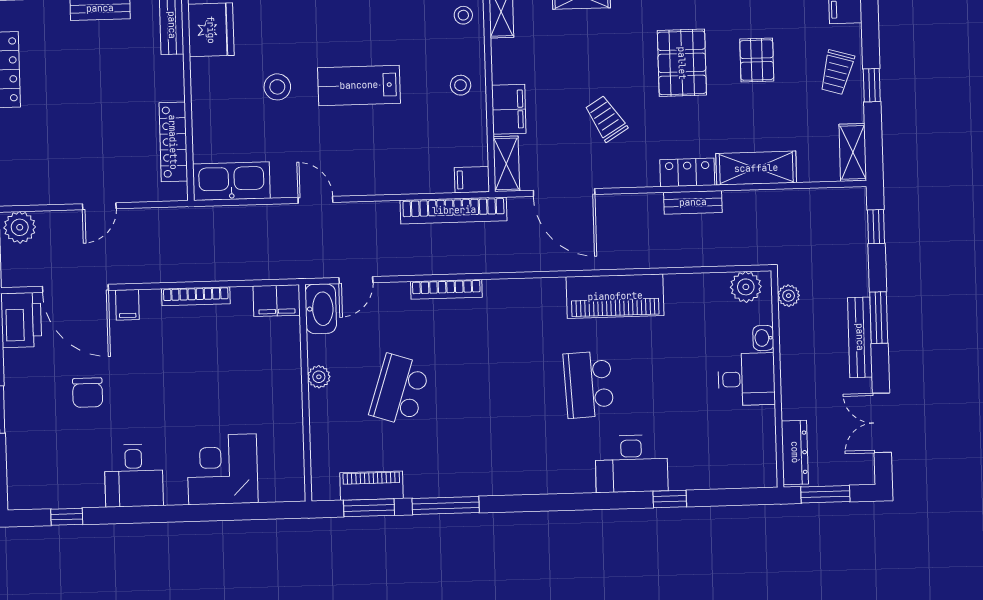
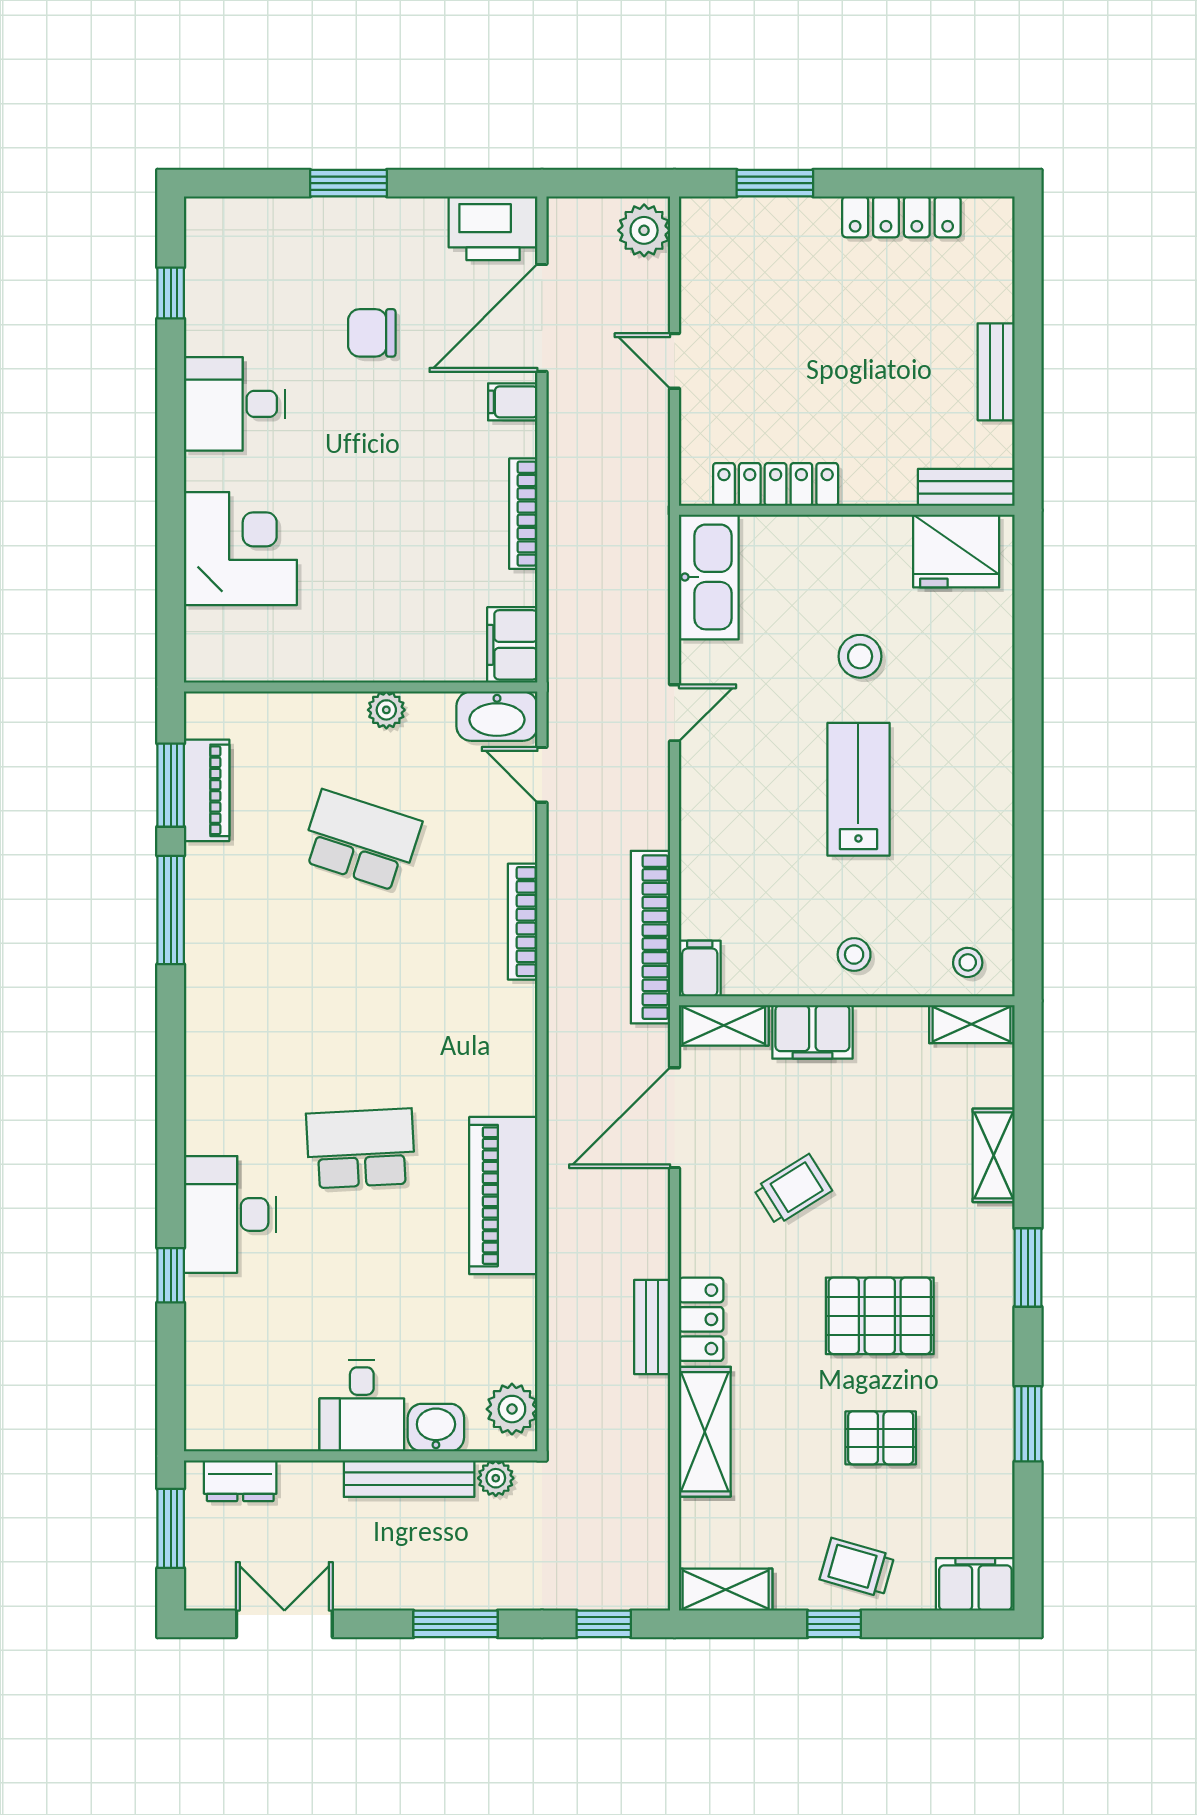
bench: (860, 337) -> (409, 1479), moved
washbasin: (763, 338) -> (436, 1428), width x1.38, depth x1.45
dresser: (795, 452) -> (240, 1481), width x0.70

